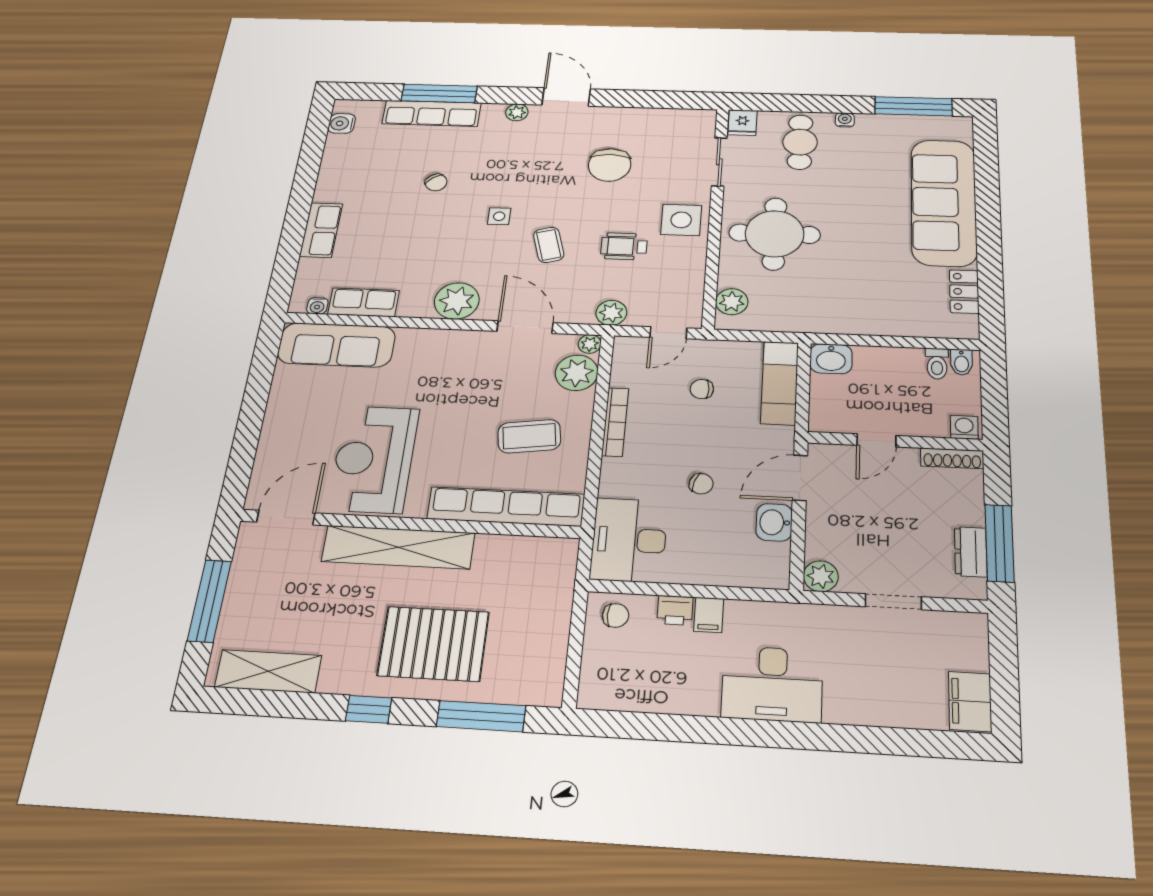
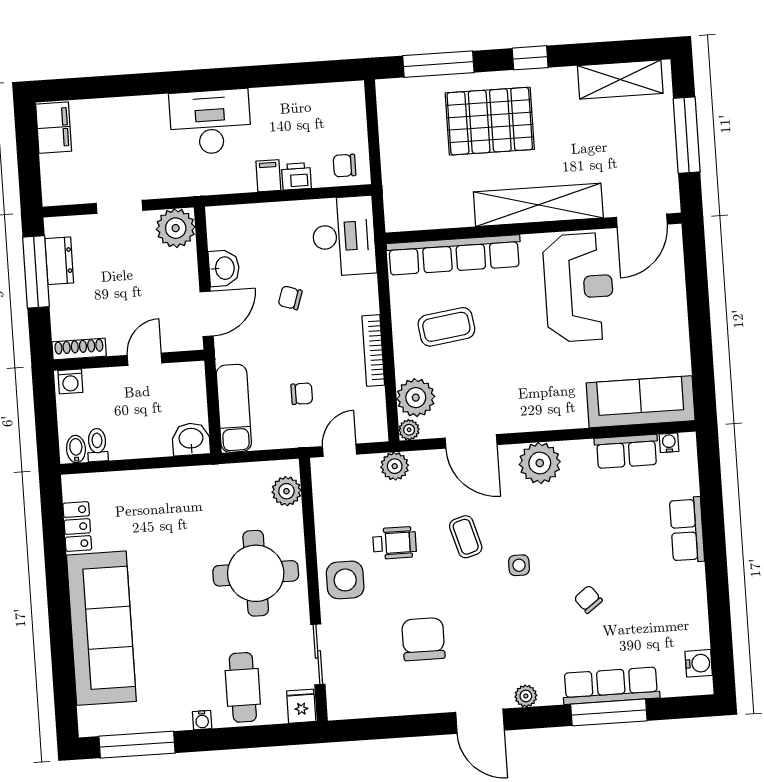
plant: (821, 576) -> (176, 228), width x1.36, depth x1.36

